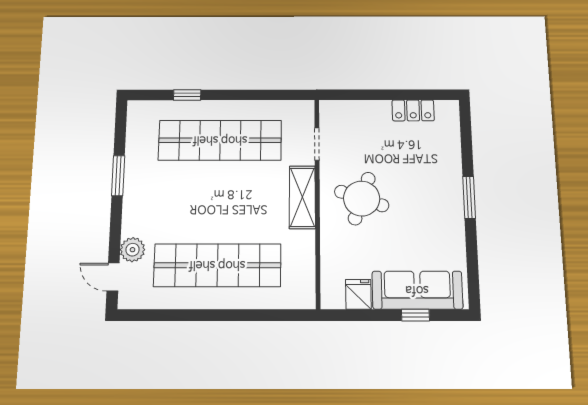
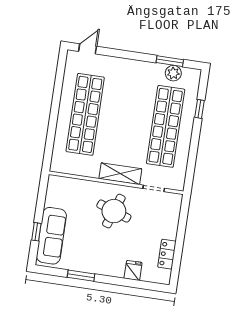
window: (118, 176) -> (170, 61), moved
window: (469, 197) -> (81, 276), moved
plant: (132, 250) -> (173, 73), moved
fridge: (358, 294) -> (133, 270), moved, turned -90

